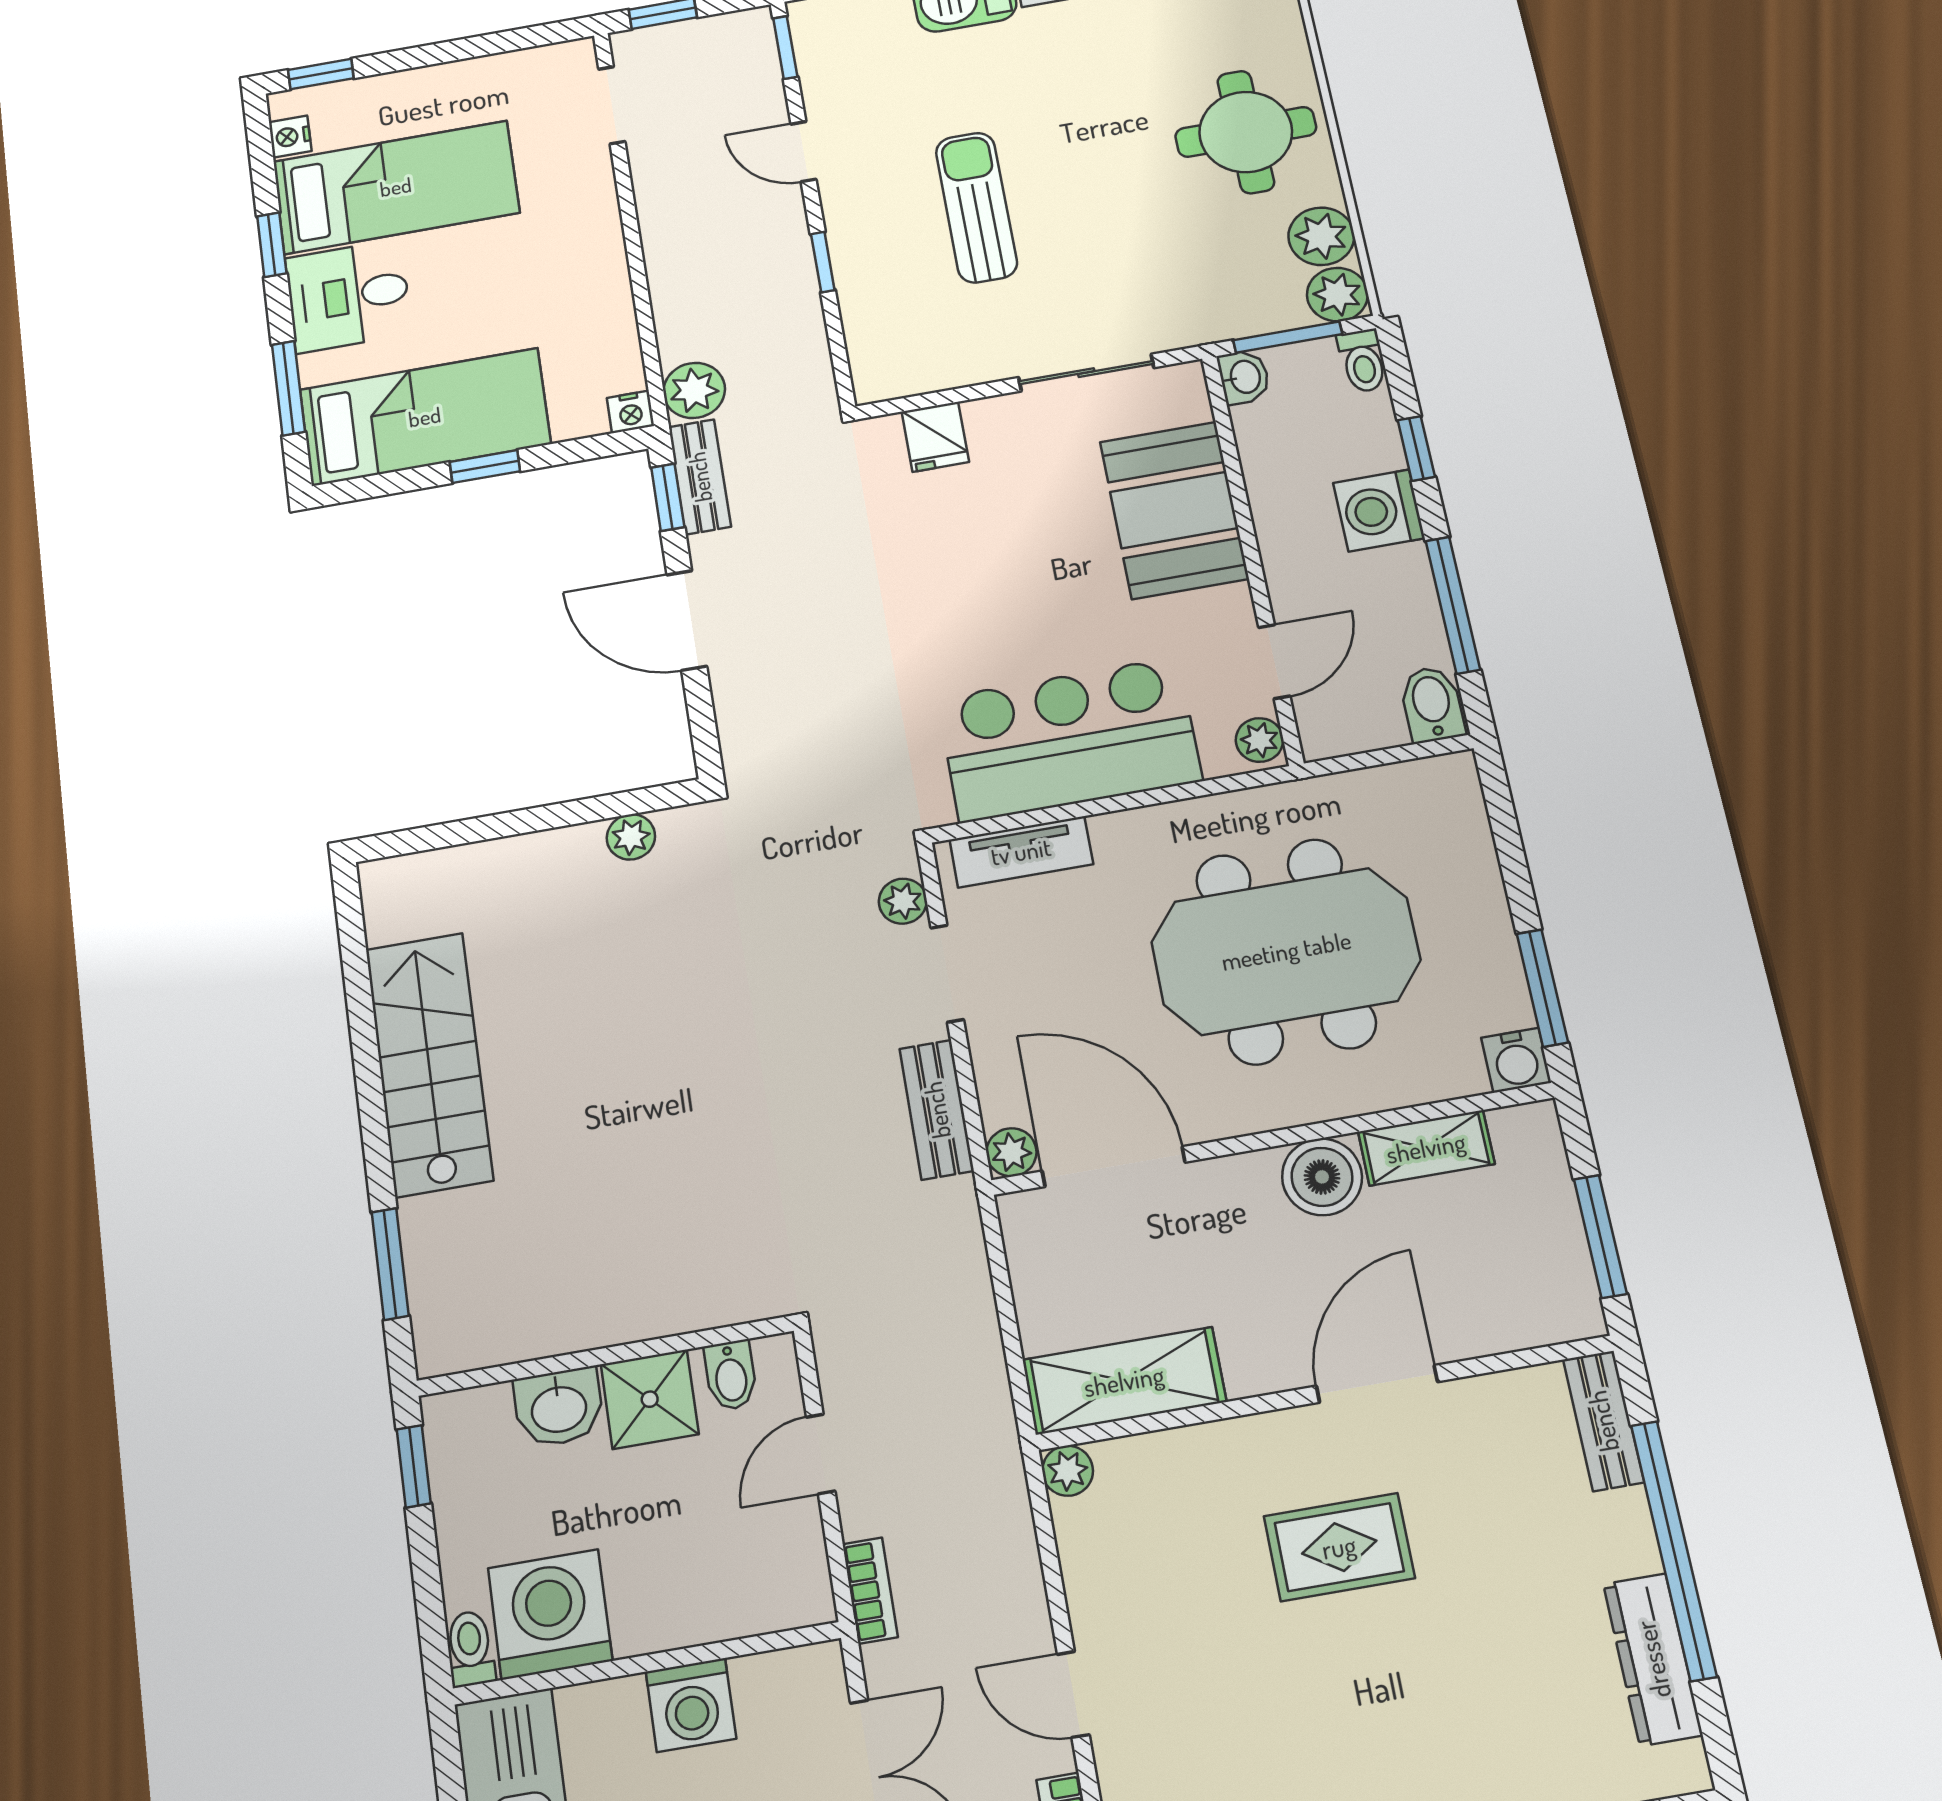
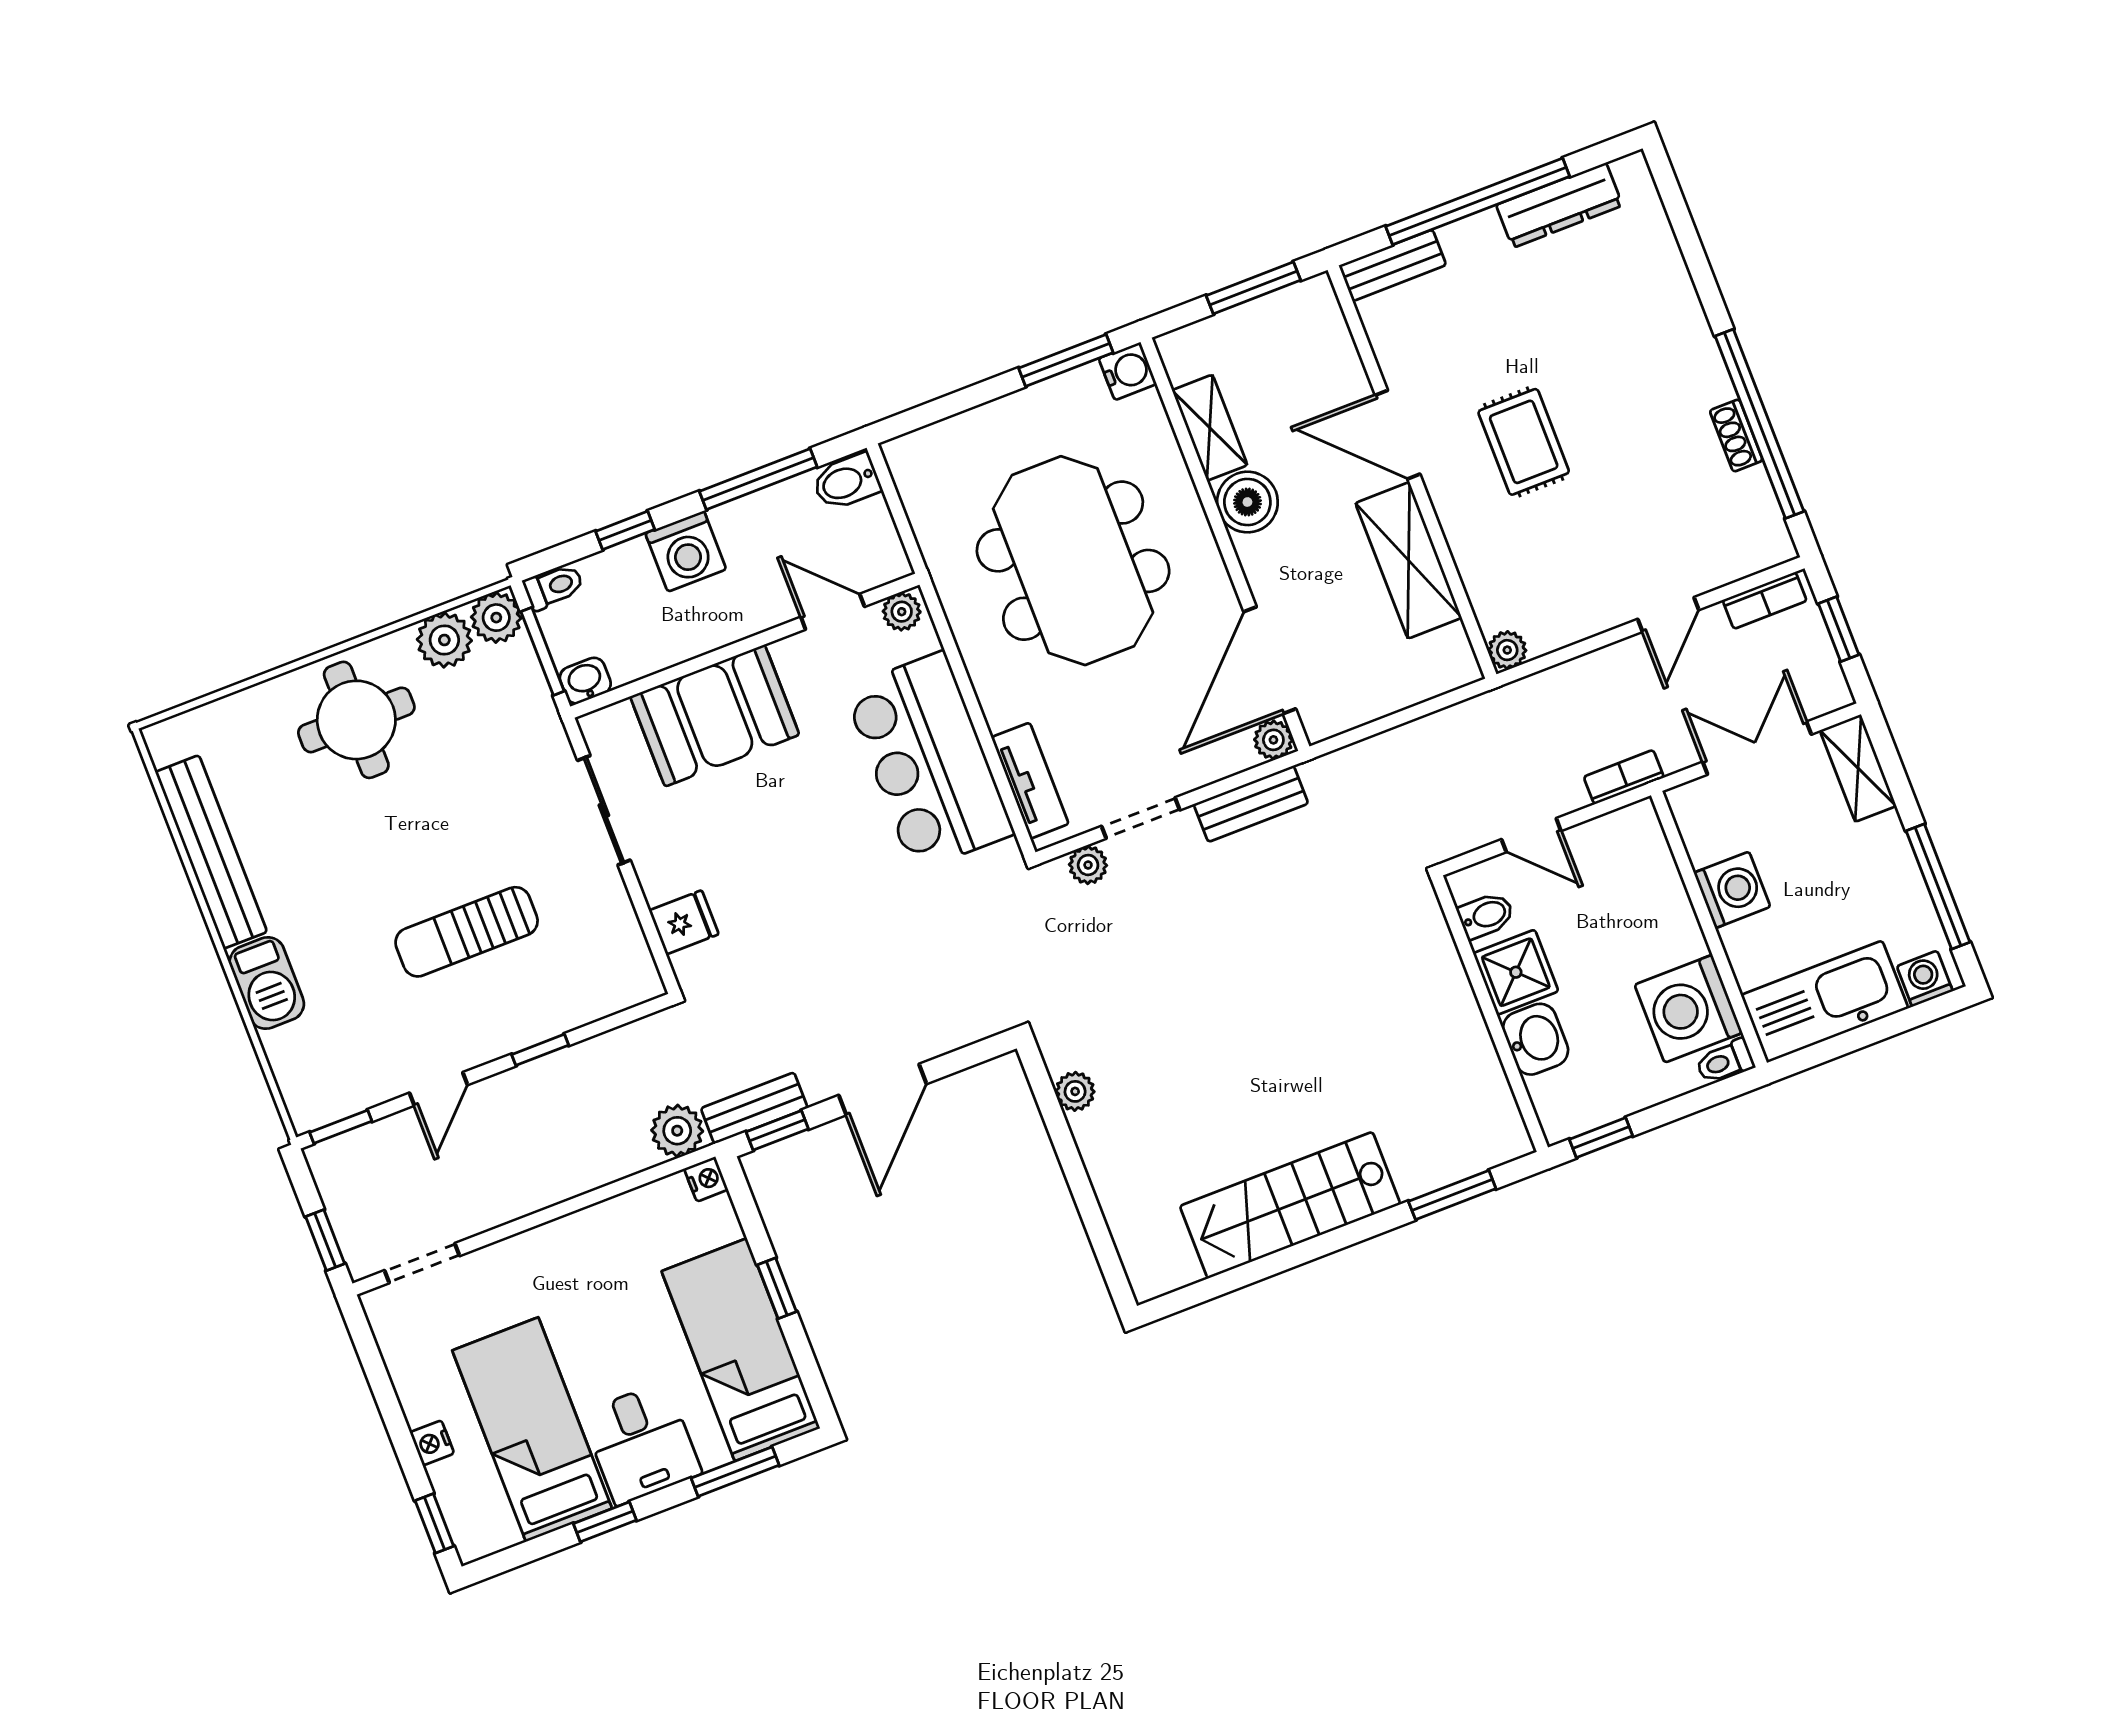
nightstand: (290, 137) -> (432, 1443), moved, turned 90
shelving: (1124, 1381) -> (1409, 560), moved

